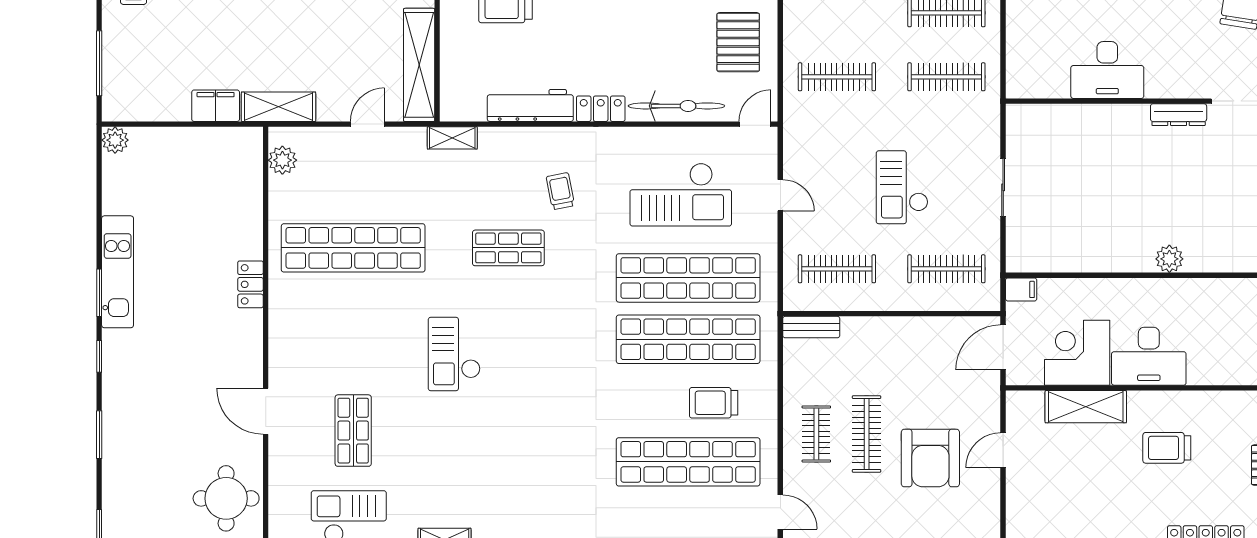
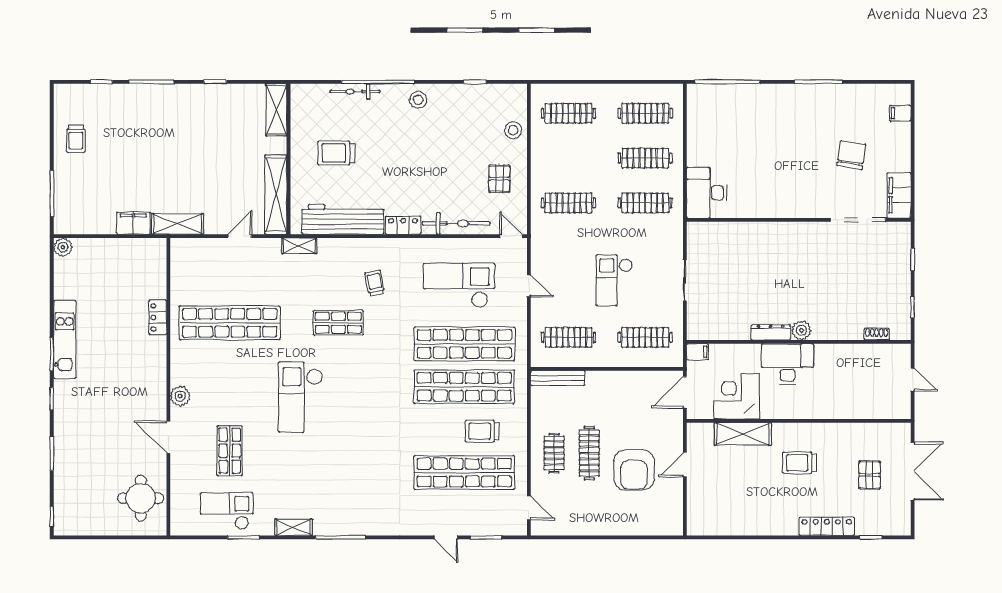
pallet: (738, 42) -> (499, 179), width x0.67, depth x0.71
desk: (1107, 70) -> (707, 193), moved, turned 90
workbench: (530, 106) -> (343, 219), width x1.36, depth x1.32
dresser: (1179, 115) -> (771, 332), moved, turned 180
door: (755, 124) -> (511, 236), hinge flipped
plant: (282, 160) -> (180, 396), moved
checkout: (681, 195) -> (459, 285), turned 180
locker: (250, 284) -> (158, 317), moved
bench: (811, 327) -> (558, 378), width x1.36
checkout: (454, 354) -> (300, 397), width x1.36, depth x1.21
desk: (1149, 356) -> (787, 364), moved, turned 180

